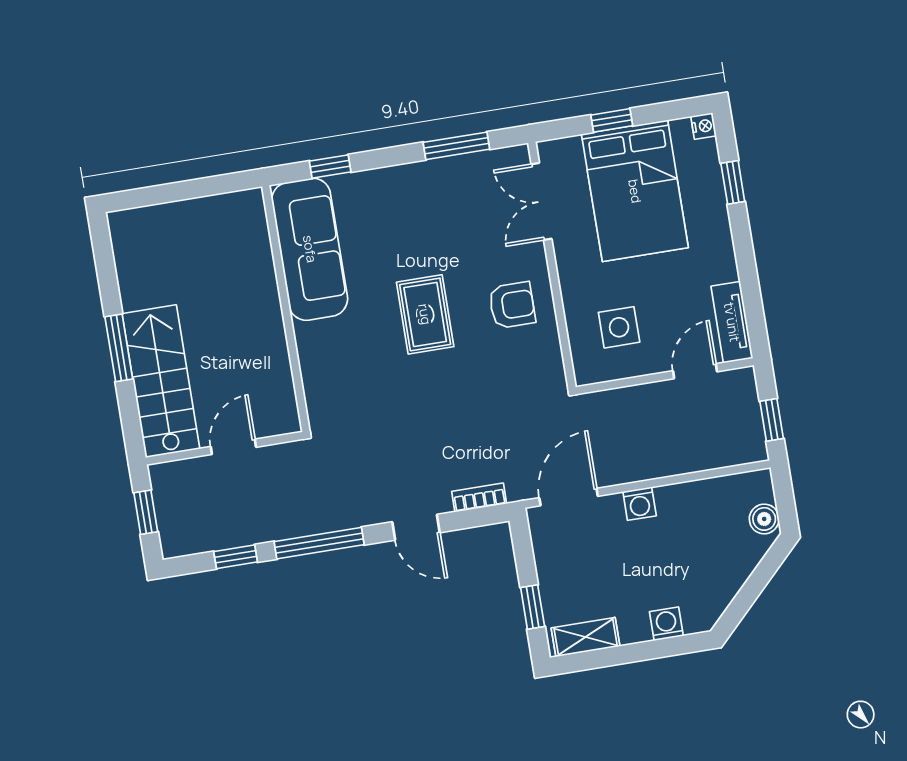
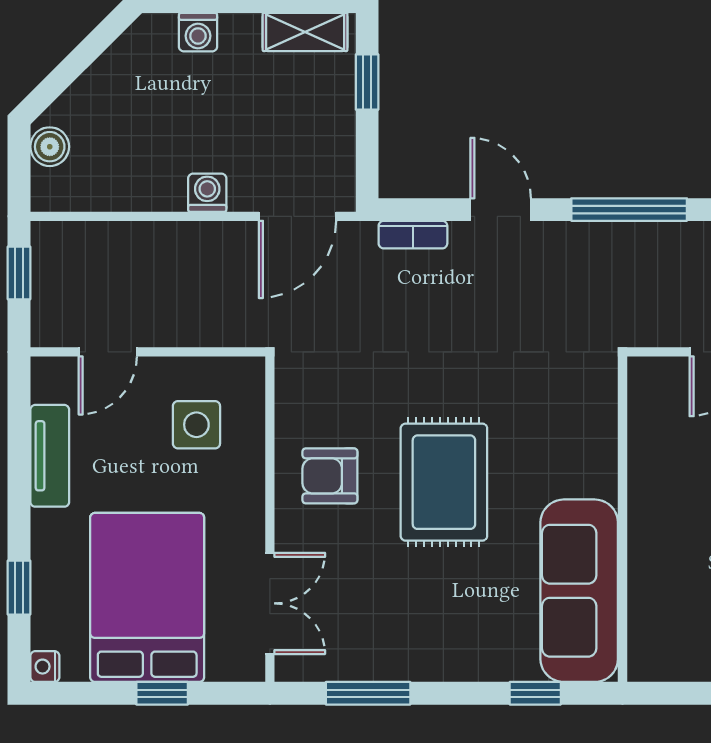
rug: (425, 314) -> (444, 482), width x1.36, depth x1.43
tv unit: (732, 322) -> (50, 456), moved

